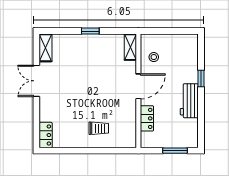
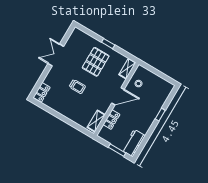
shelving: (45, 48) -> (96, 121), moved
pallet: (88, 61) -> (96, 62), added
workbench: (189, 101) -> (133, 143), moved
trolley: (99, 128) -> (77, 87), moved

